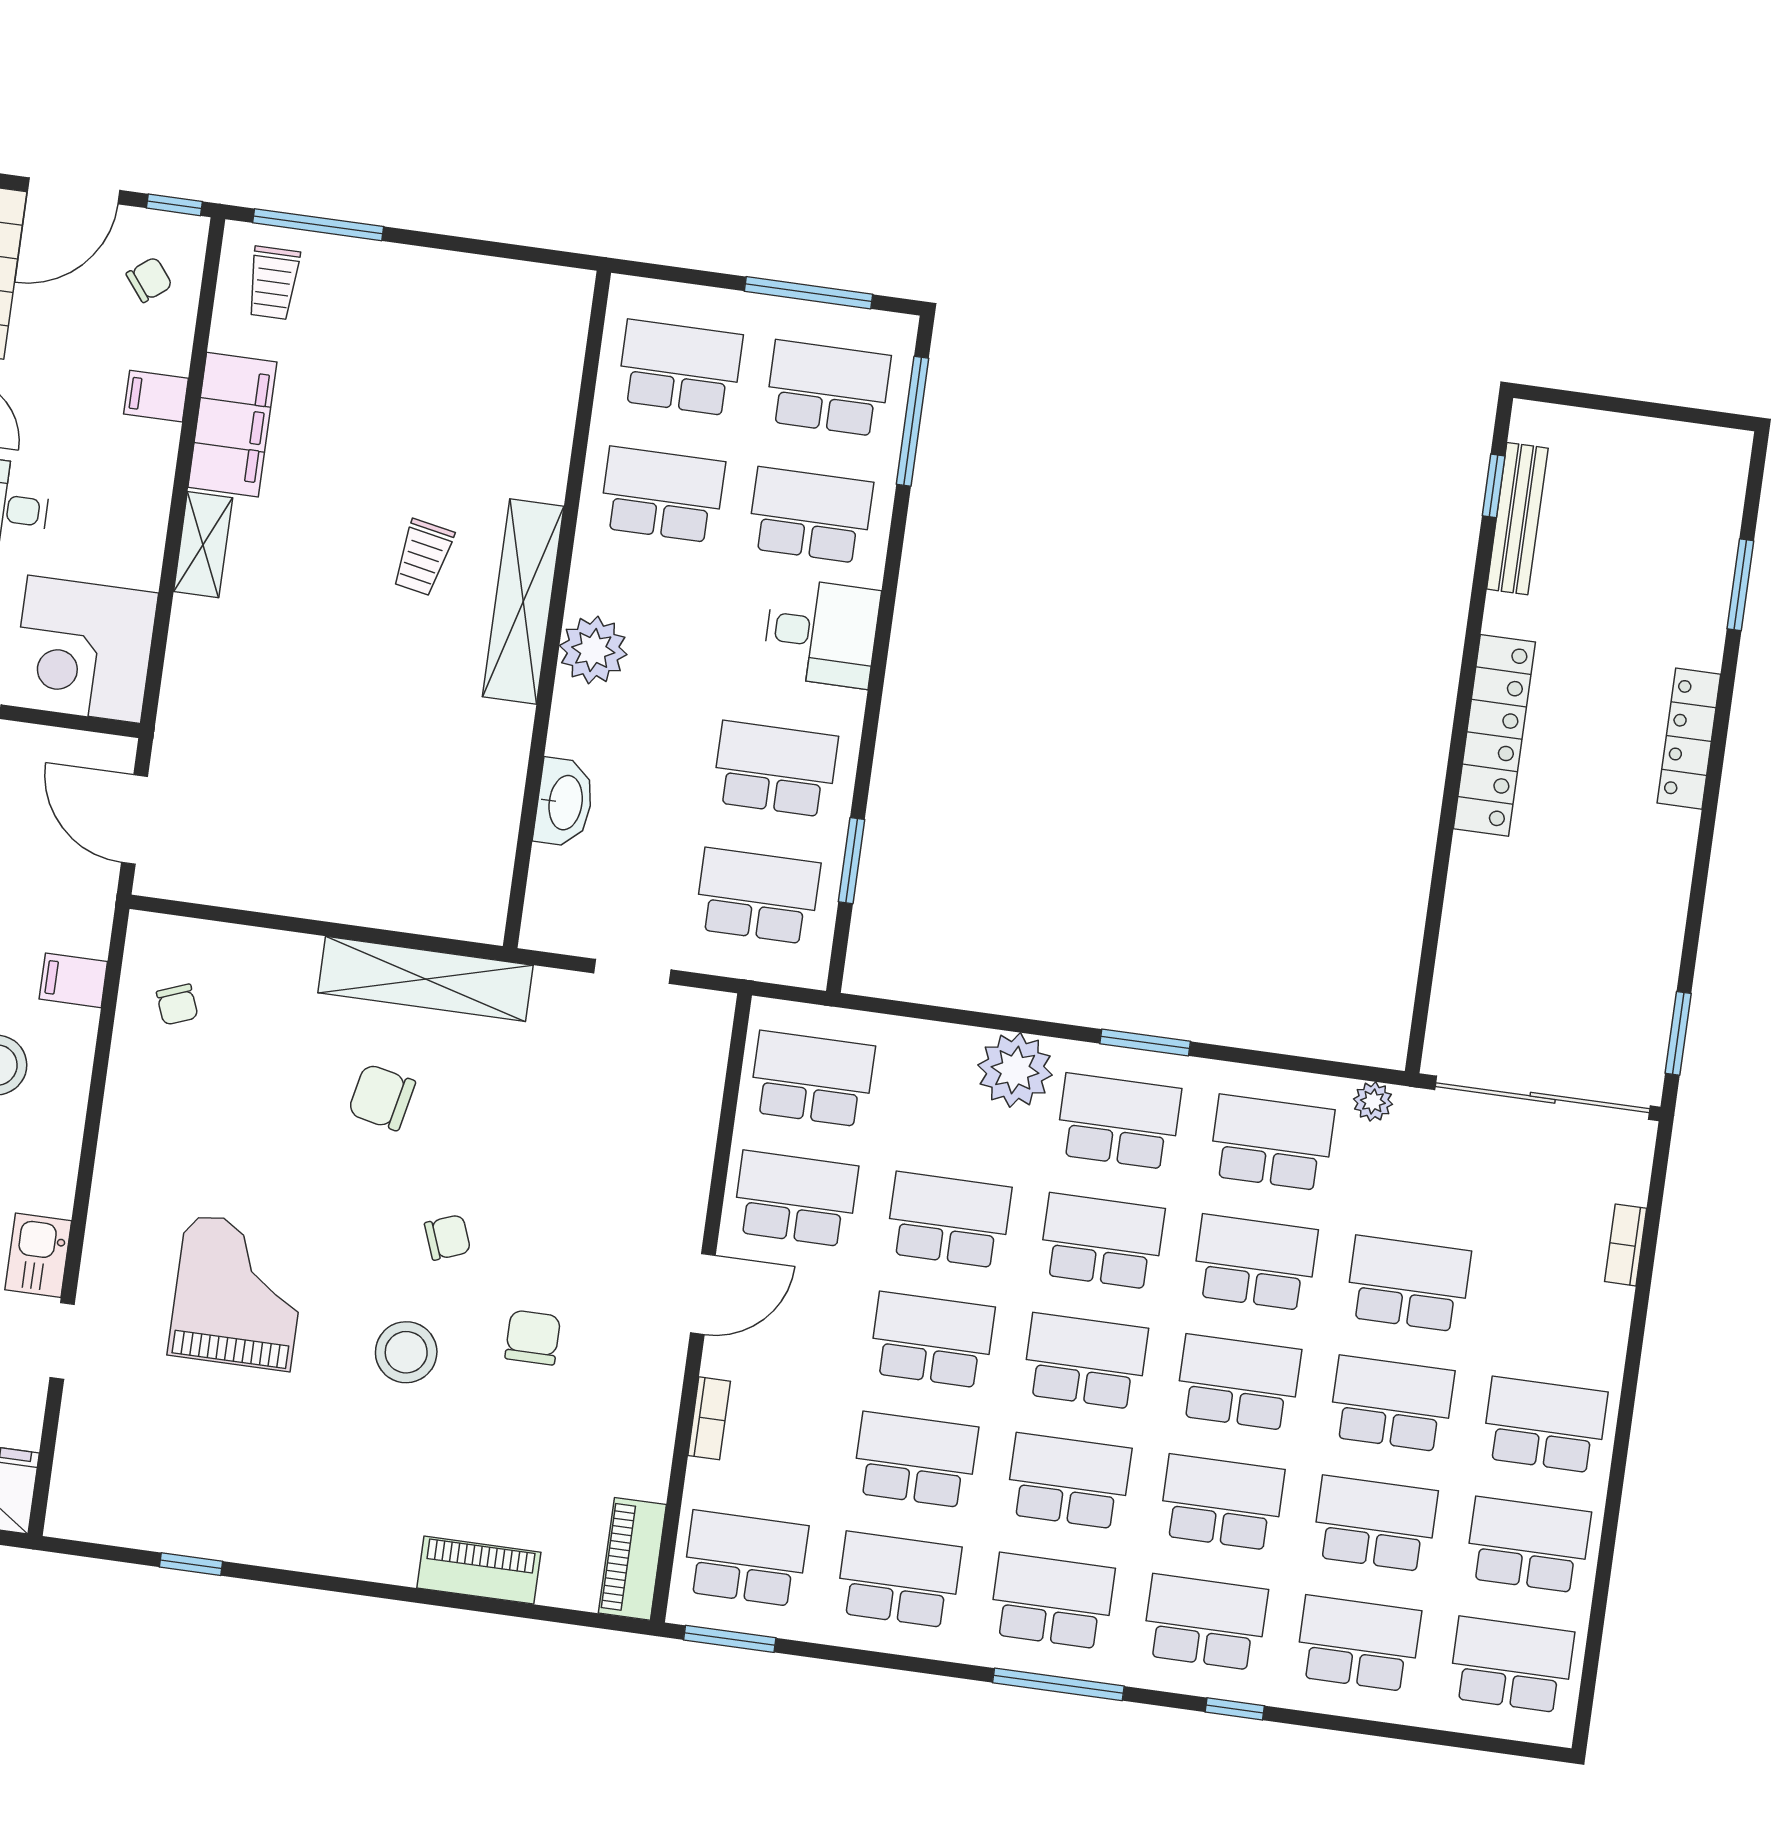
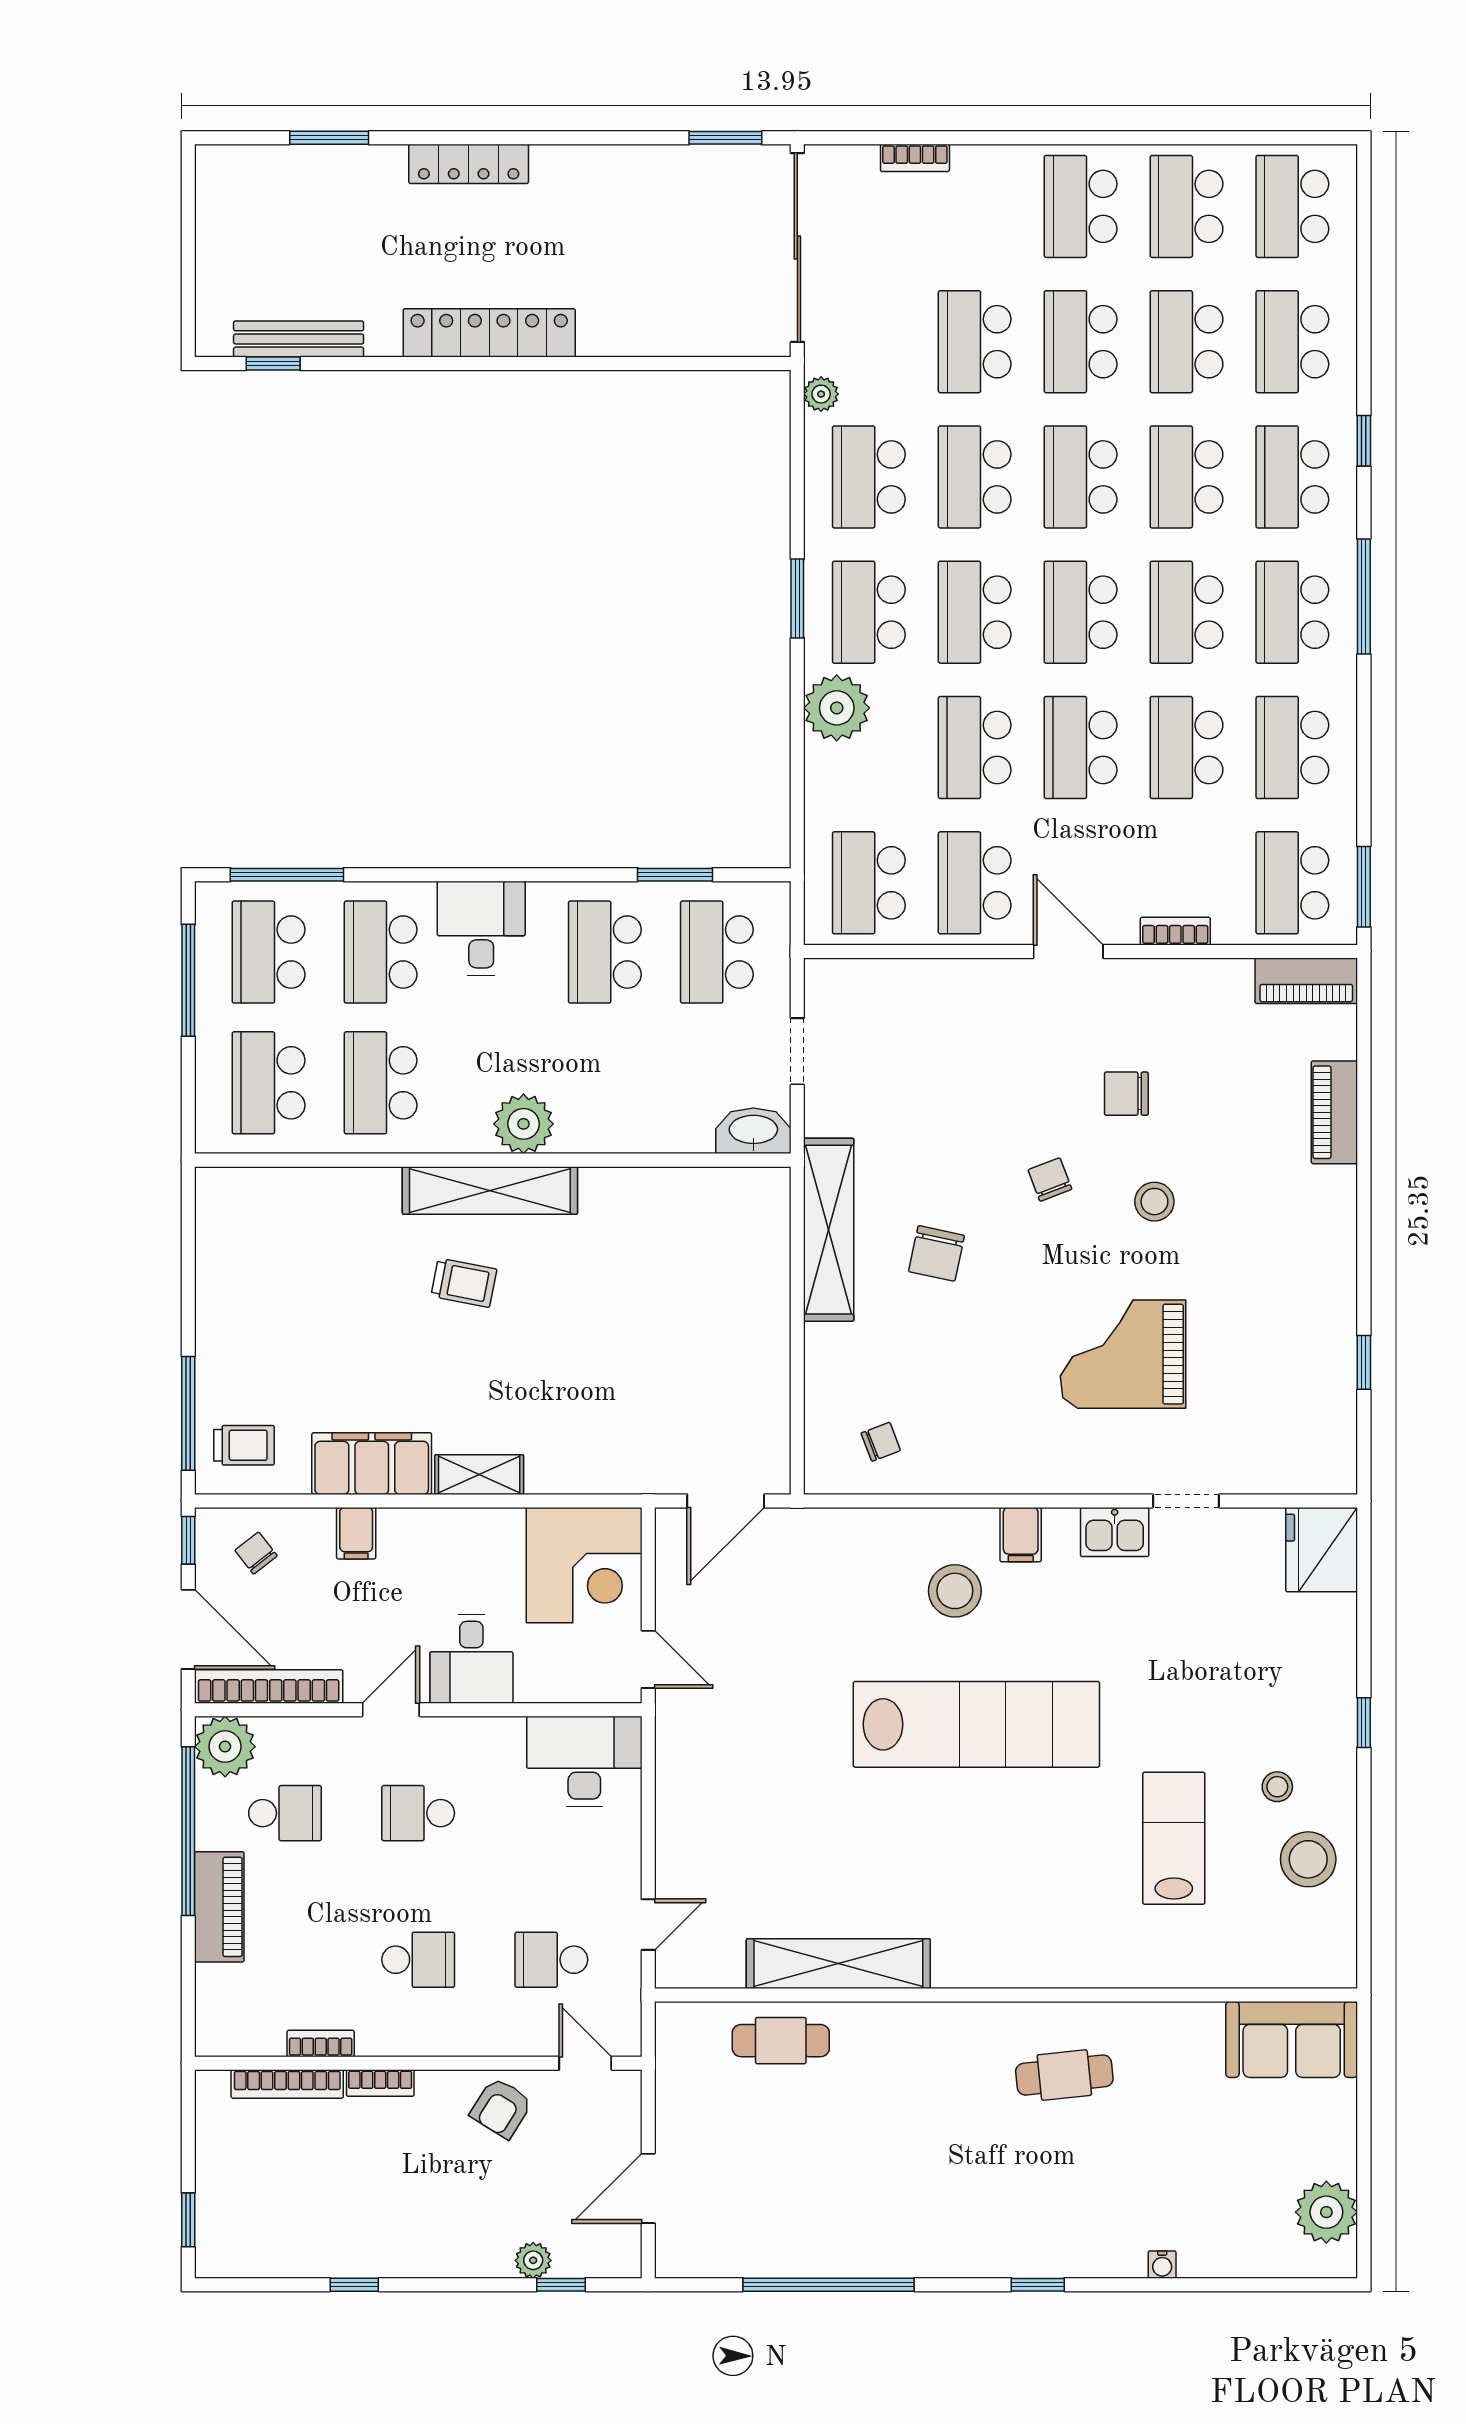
washbasin: (564, 802) -> (753, 1131), moved
filing cabinet: (73, 980) -> (1021, 1535), moved
stool: (406, 1352) -> (1154, 1202), width x0.73, depth x0.73

